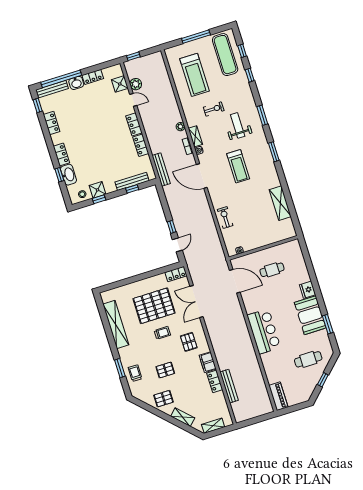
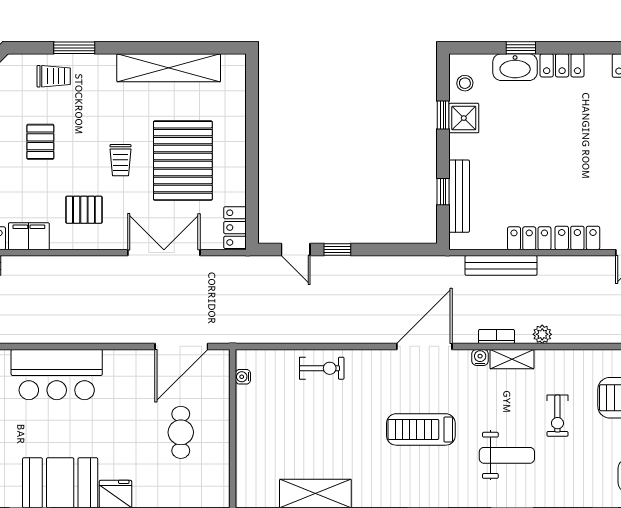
bench: (161, 169) -> (501, 265), moved

